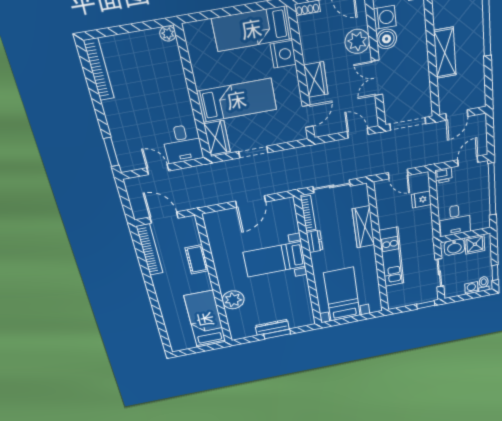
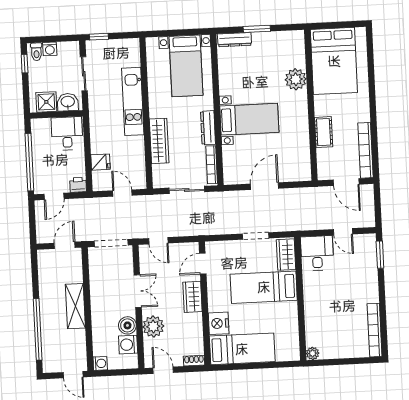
dresser: (315, 241) -> (208, 128), width x1.44
bed: (205, 319) -> (334, 61), width x1.50
dresser: (272, 327) -> (235, 40), moved

